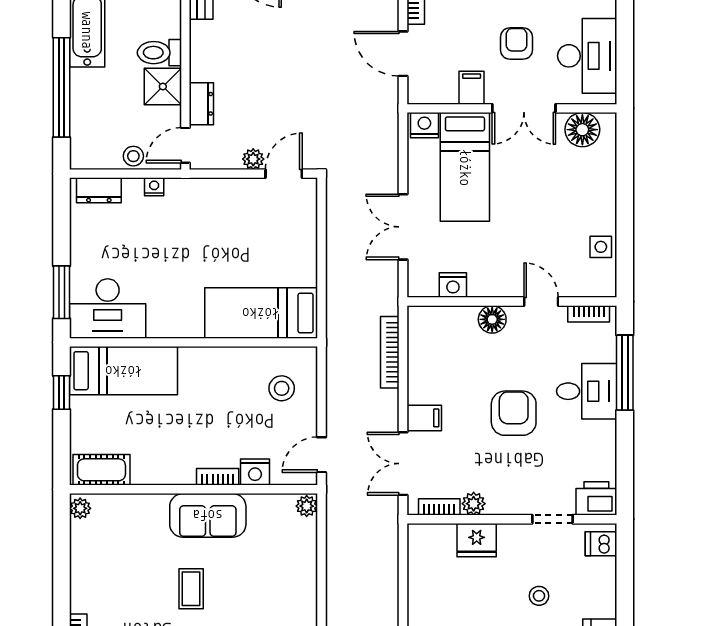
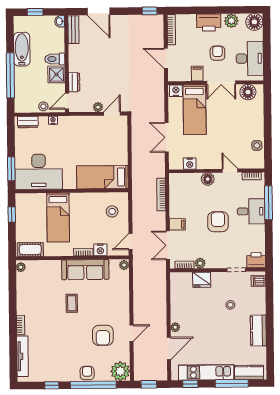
desk: (108, 309) -> (39, 172), width x1.36, depth x1.30
bed: (124, 371) -> (58, 218), moved, turned 90
sofa: (208, 515) -> (85, 270), width x1.36

